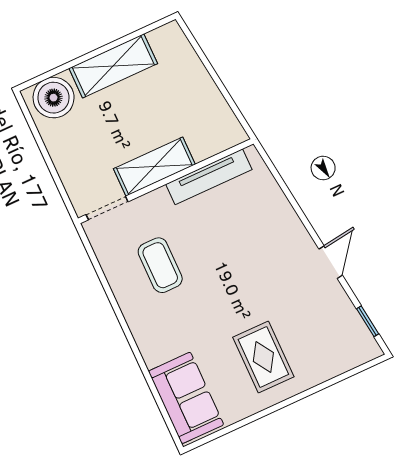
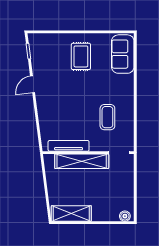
shelving: (113, 66) -> (71, 213), moved
boiler: (54, 98) -> (125, 216), width x0.54, depth x0.54
shelving: (154, 167) -> (82, 161), width x1.47

